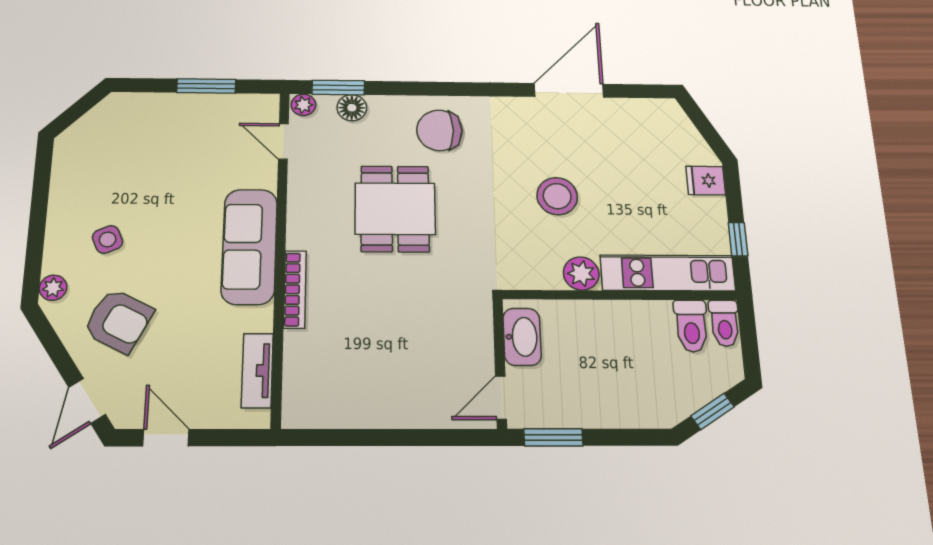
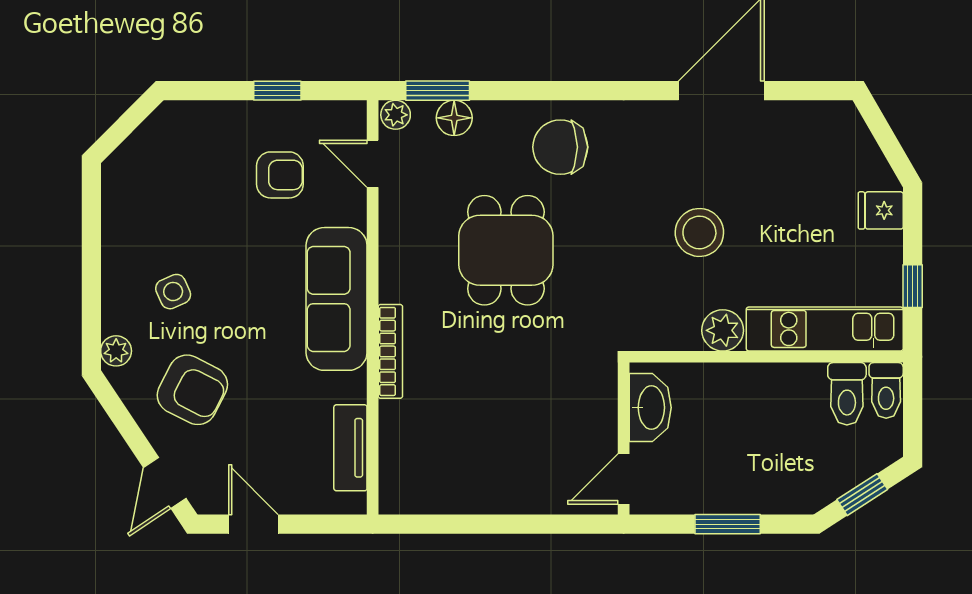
window: (206, 86) -> (277, 91), width x0.67
armchair: (205, 149) -> (280, 175), added
window: (553, 437) -> (728, 524), moved

